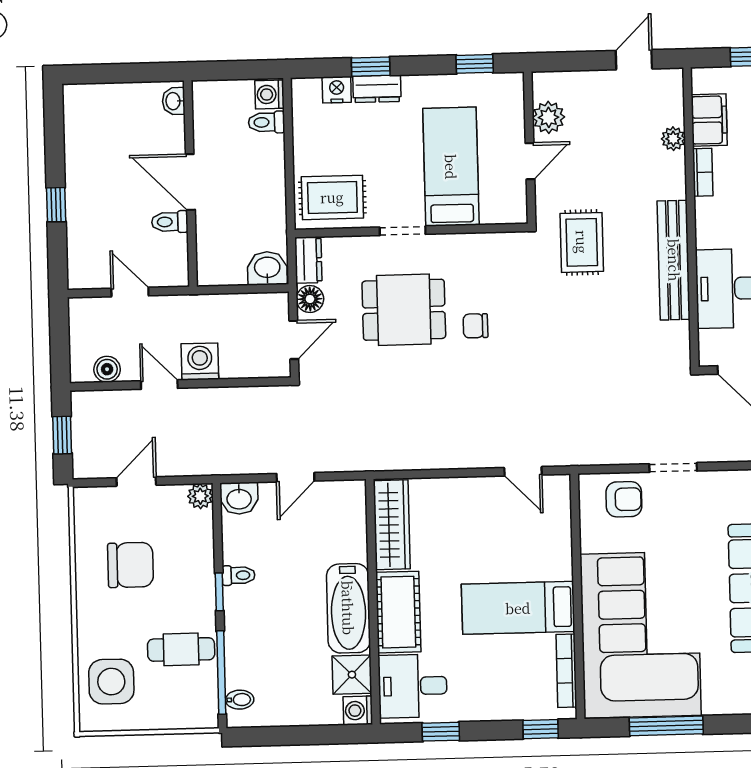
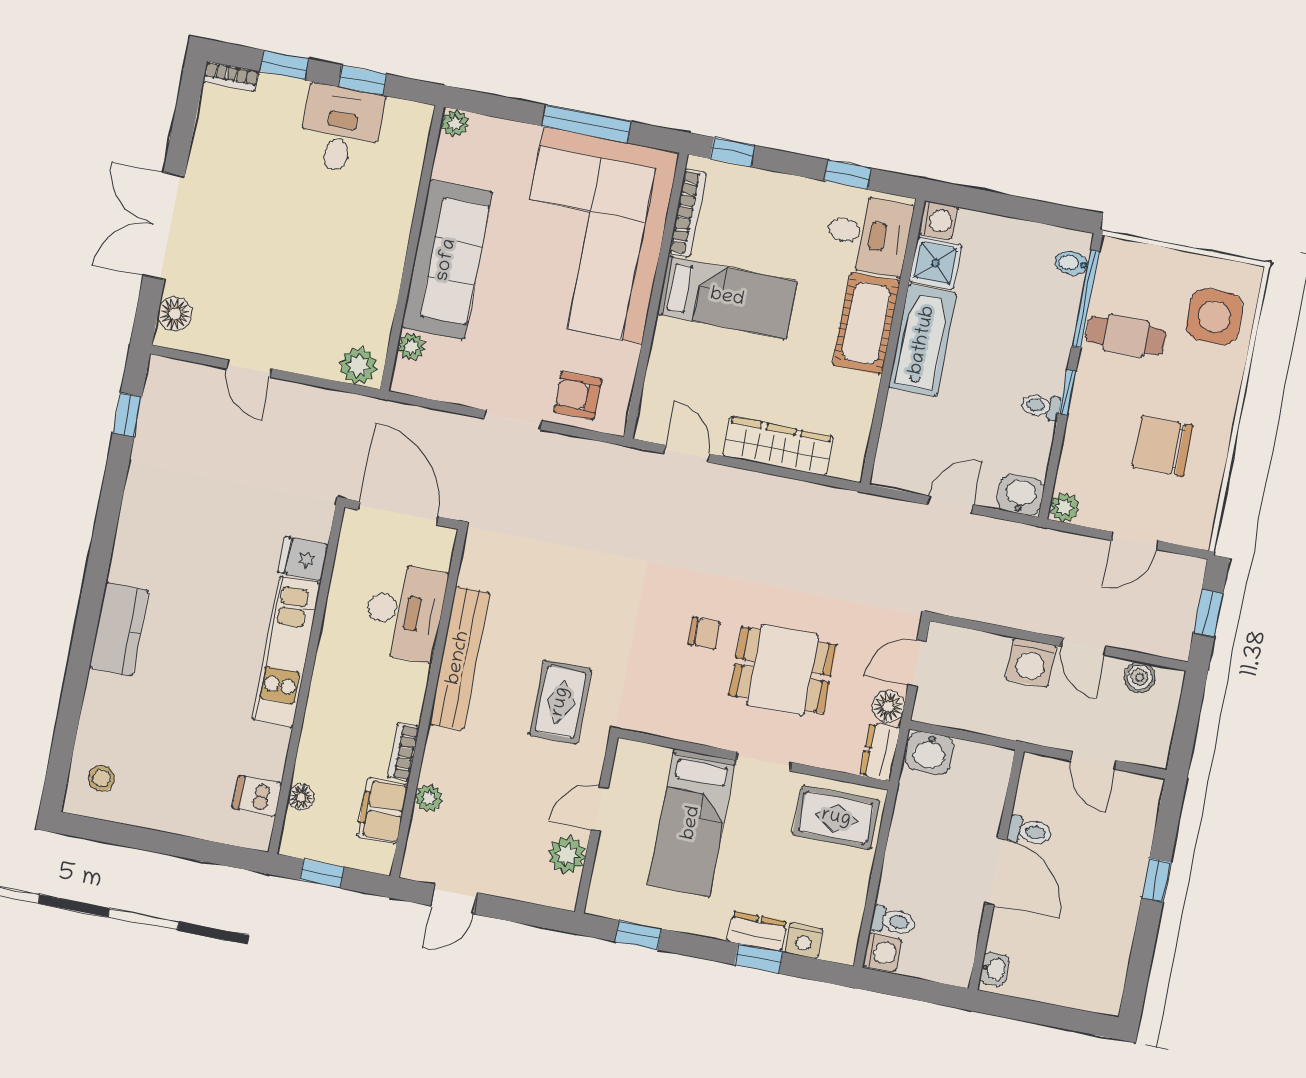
wardrobe: (392, 525) -> (778, 446), moved, turned 90

